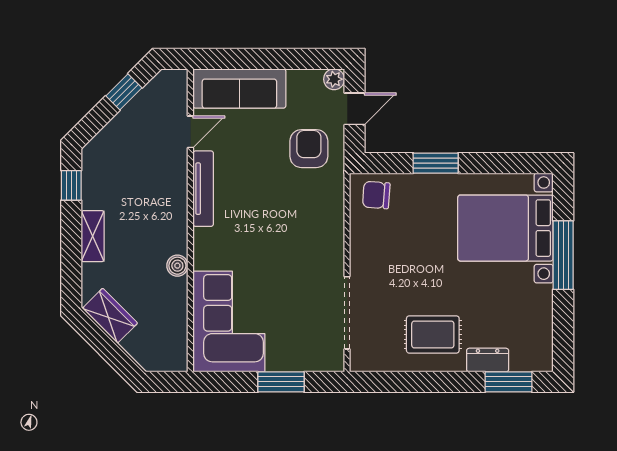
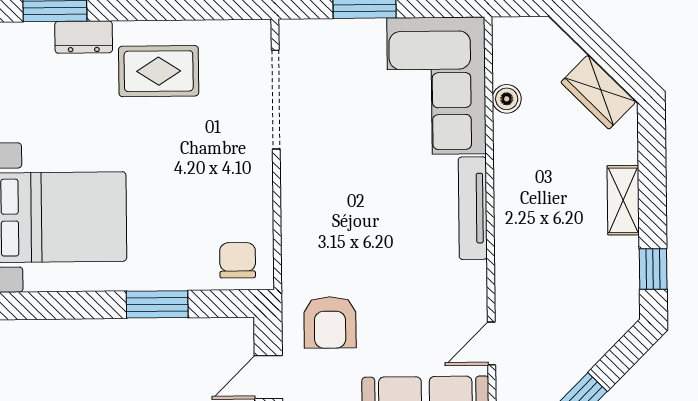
tv unit: (203, 189) -> (473, 208), moved
chair: (376, 195) -> (238, 260), turned -94
boiler: (177, 266) -> (507, 99), moved

